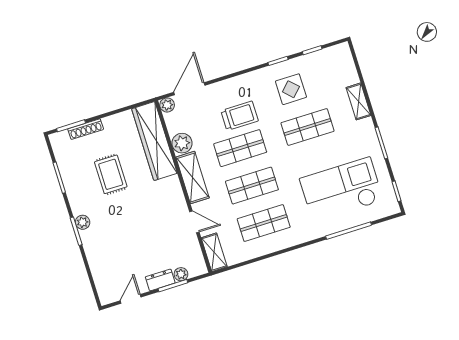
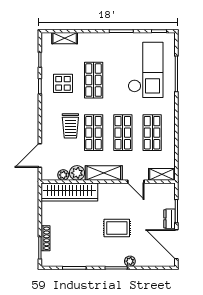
door: (189, 89) -> (40, 156), hinge flipped
shelving: (358, 101) -> (65, 38), moved
plant: (167, 105) -> (63, 175), moved
trolley: (240, 116) -> (70, 126), turned 180
rug: (111, 174) -> (117, 228), moved
checkout: (341, 190) -> (146, 70), turned 180
plant: (83, 222) -> (130, 261), moved
door: (194, 222) -> (136, 182), swing flipped
plant: (181, 274) -> (170, 203), removed
door: (131, 299) -> (176, 244), width x1.88

